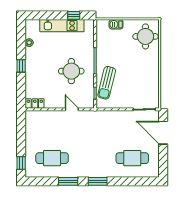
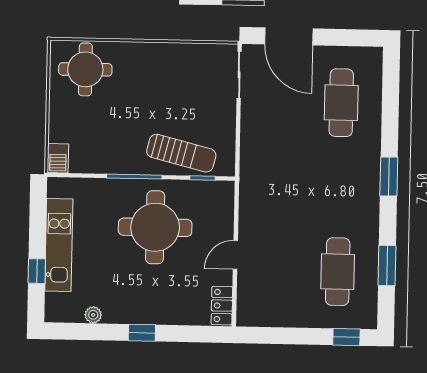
window: (74, 15) -> (37, 271), moved
barbecue: (116, 24) -> (58, 158), moved
round table: (71, 71) -> (155, 227), width x1.36, depth x1.36
door: (72, 109) -> (235, 255), moved
door: (163, 133) -> (289, 36), hinge flipped
window: (68, 181) -> (387, 265), moved

